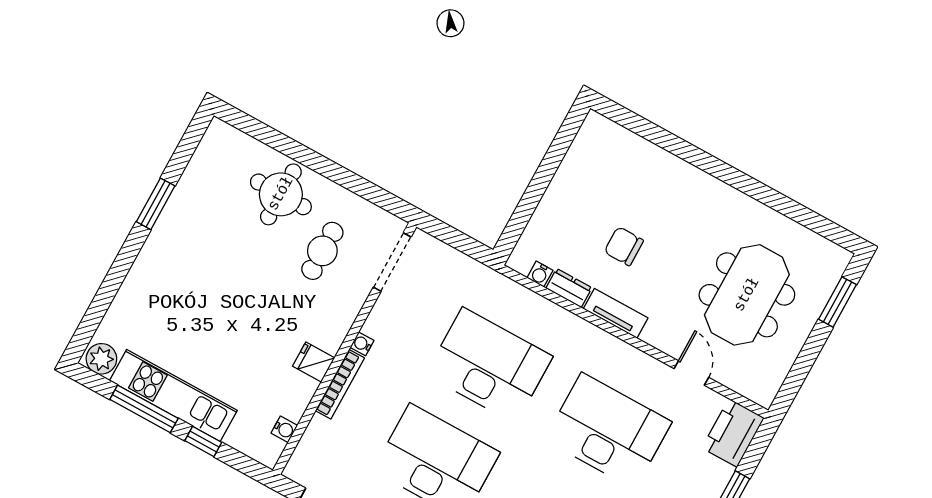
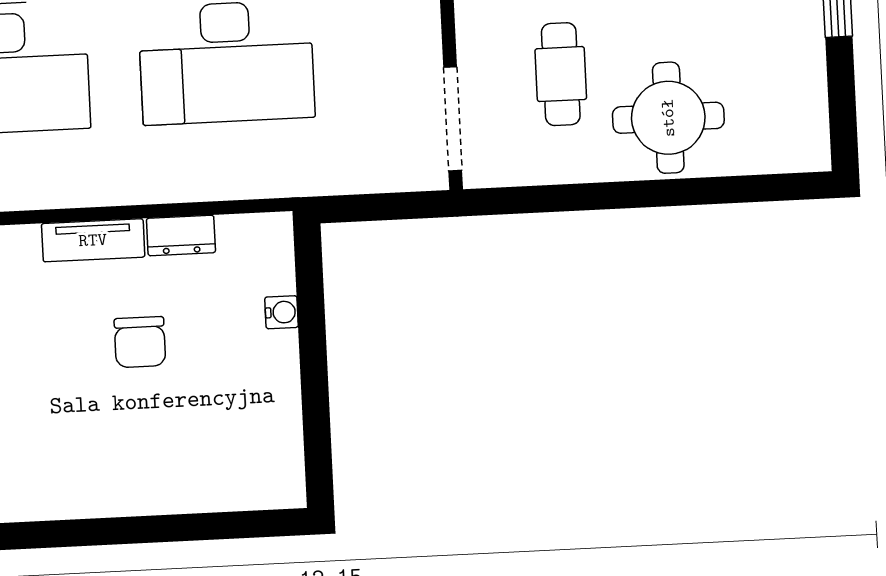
chair: (624, 246) -> (140, 342), turned 90
water cooler: (540, 274) -> (282, 312), moved, turned 90

